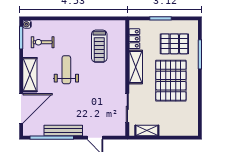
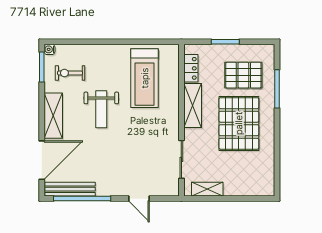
treadmill: (99, 46) -> (145, 78), width x1.37, depth x1.38
weight bench: (66, 70) -> (101, 109), turned 180
bench: (63, 130) -> (70, 189), moved

